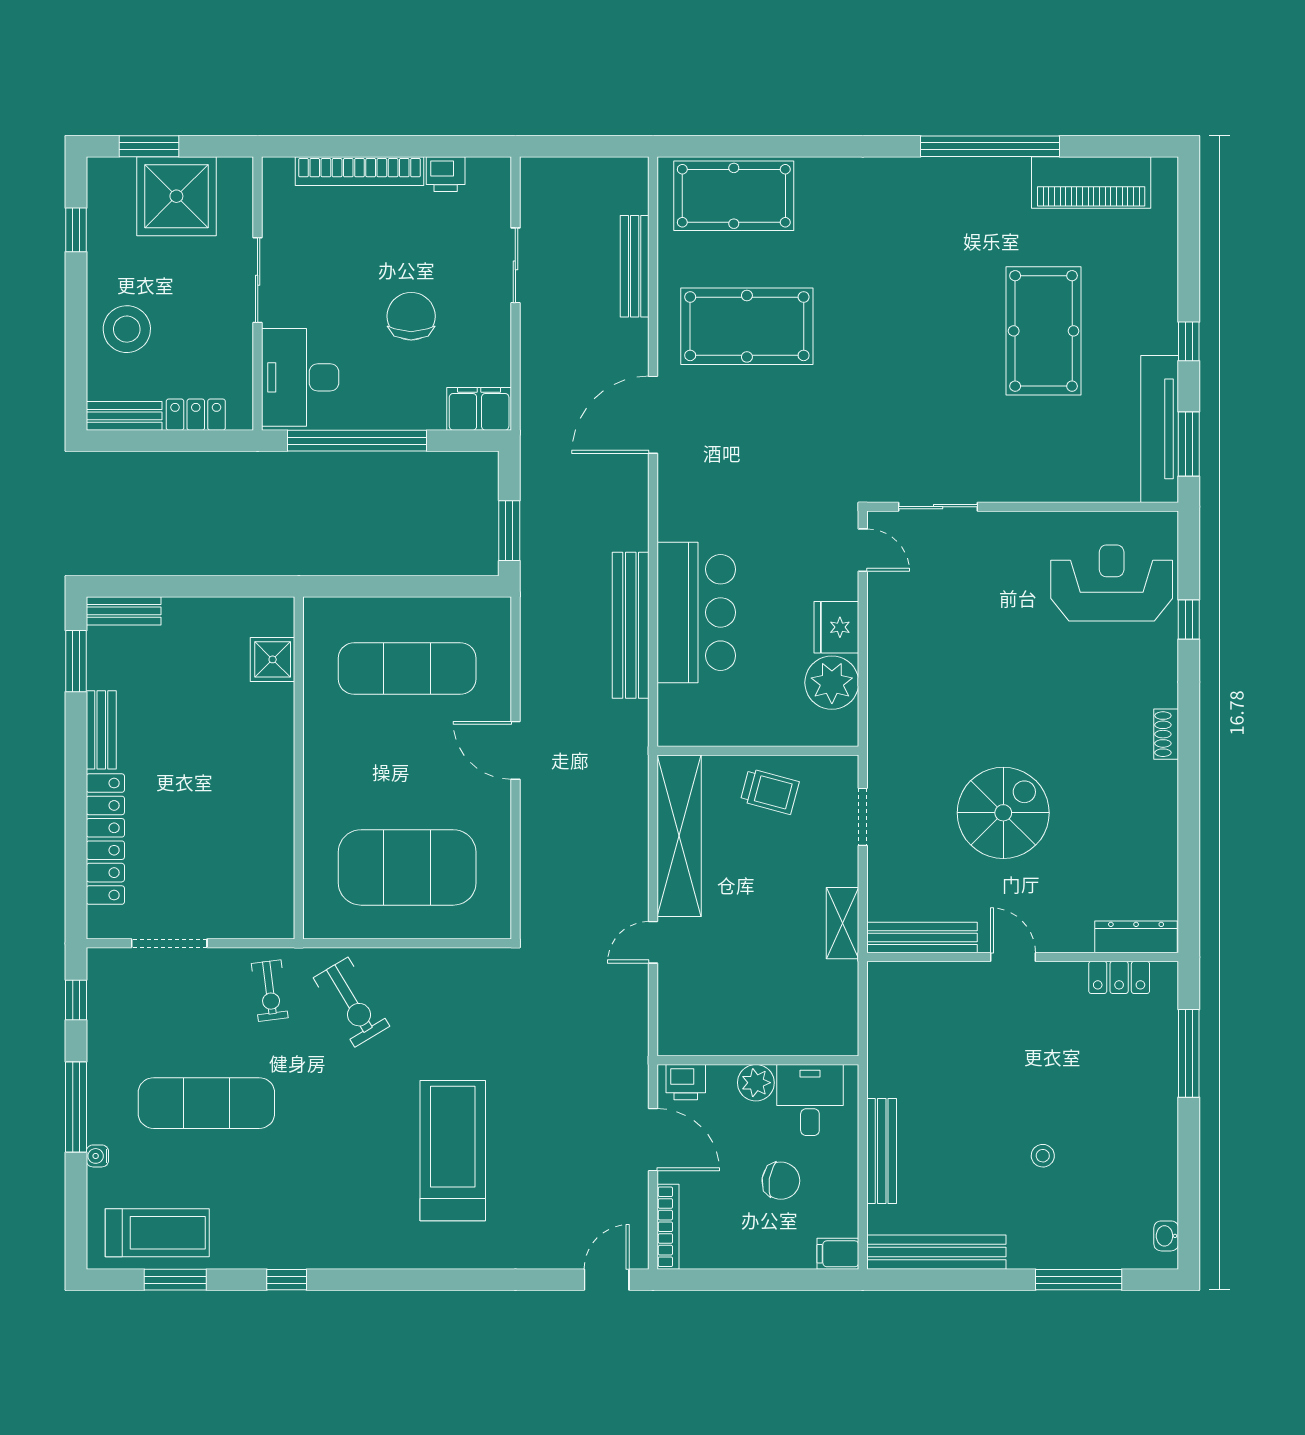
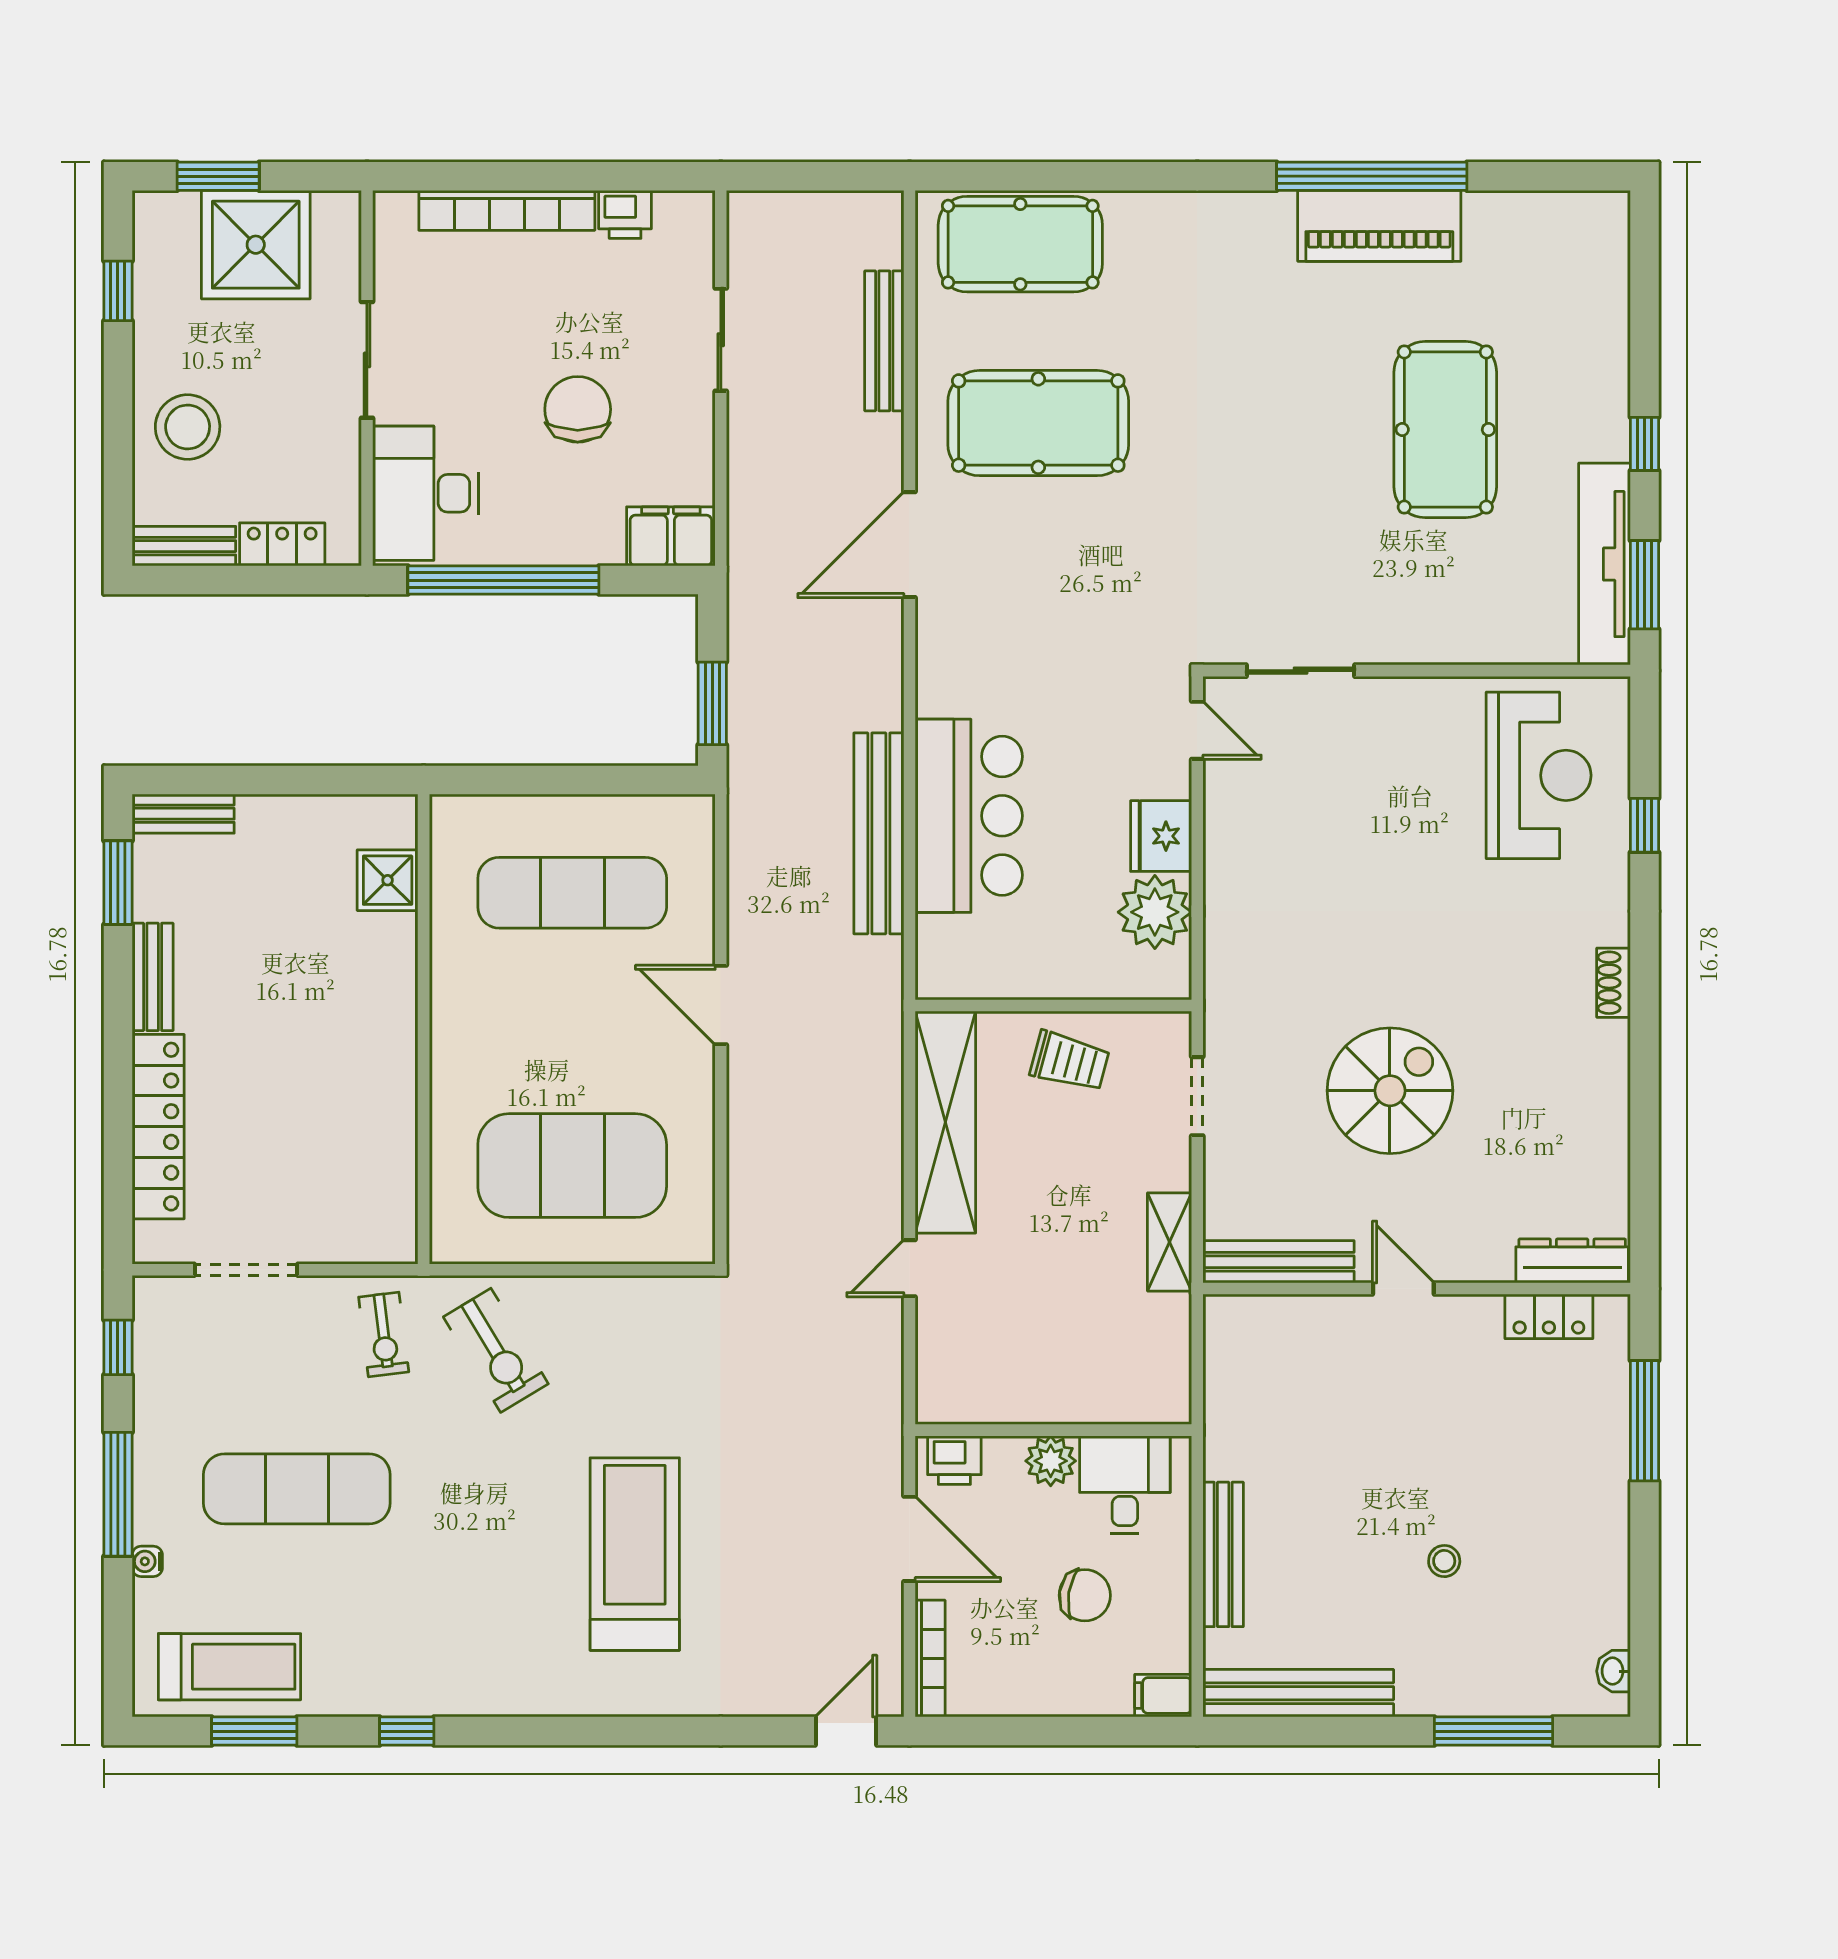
piano: (1091, 182) -> (1379, 226), moved
reception desk: (1112, 583) -> (1539, 775), turned 90

